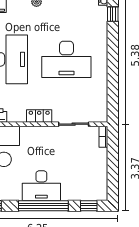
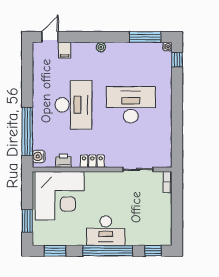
desk: (66, 59) -> (131, 105), turned 180
locker: (39, 116) -> (92, 161), moved

